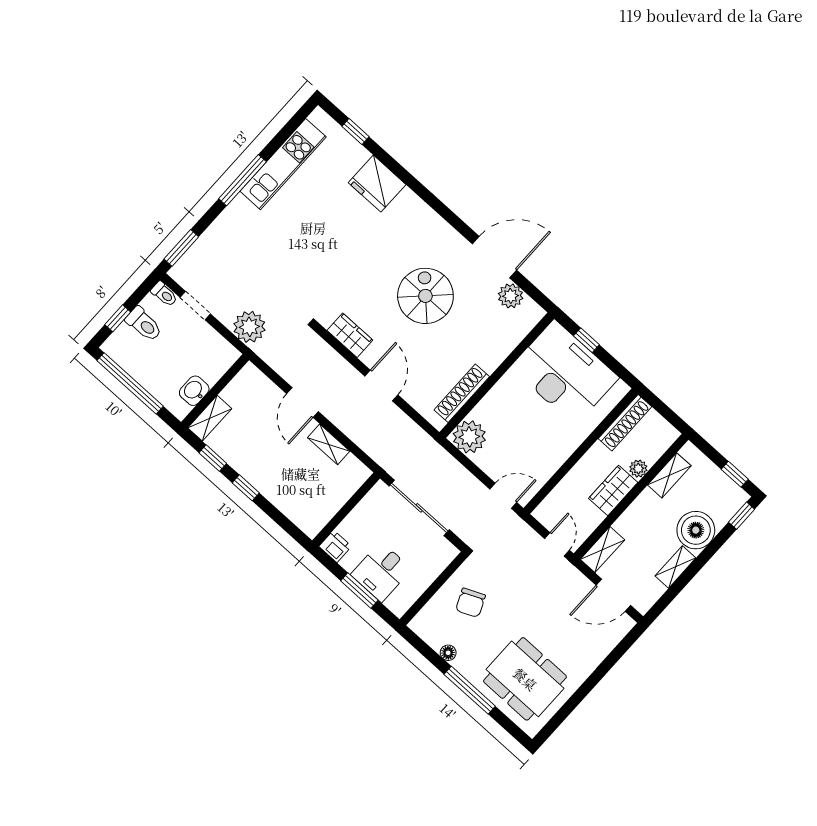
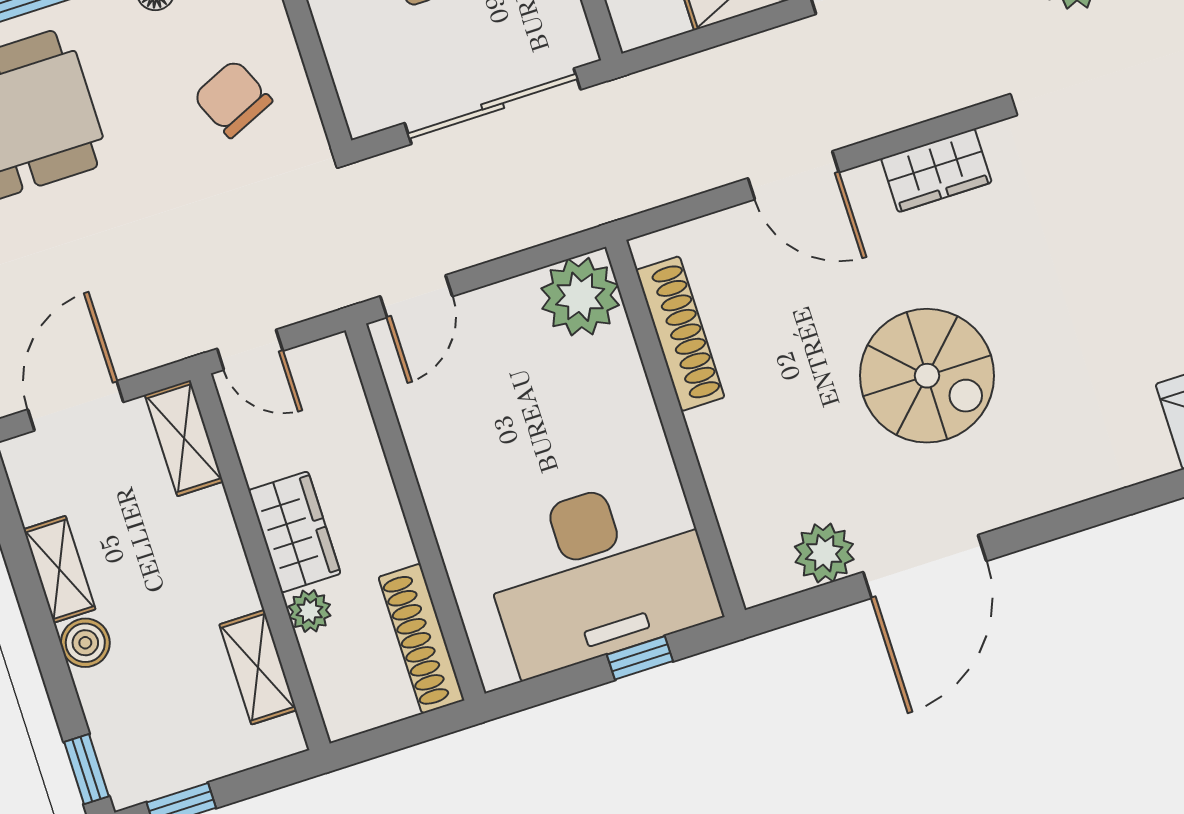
boiler: (696, 530) -> (85, 643), width x0.54, depth x0.54

